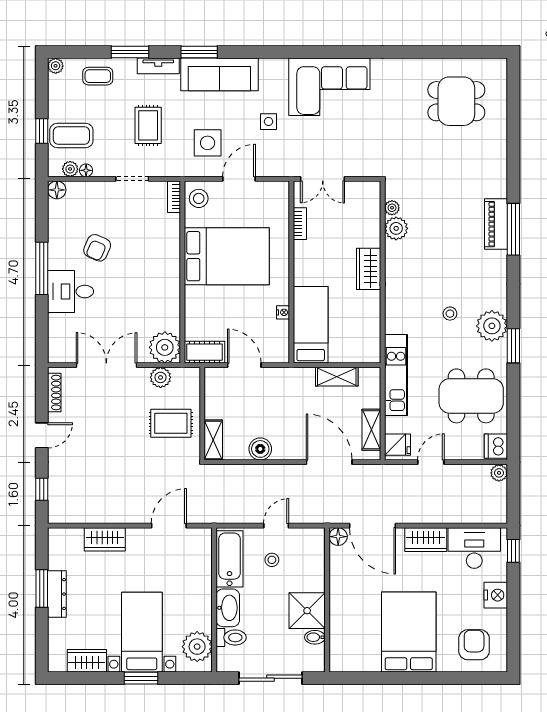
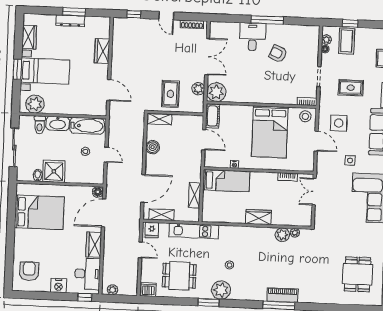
floor lamp: (57, 190) -> (314, 31), removed
door: (244, 365) -> (204, 140), hinge flipped
dining table: (471, 396) -> (179, 276), width x0.73
plant: (499, 473) -> (113, 290), moved
bed: (409, 632) -> (39, 212), moved
armchair: (474, 645) -> (29, 271), turned -90

